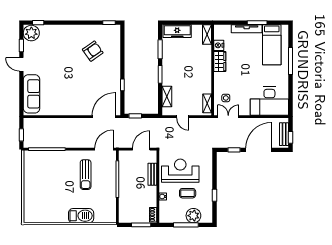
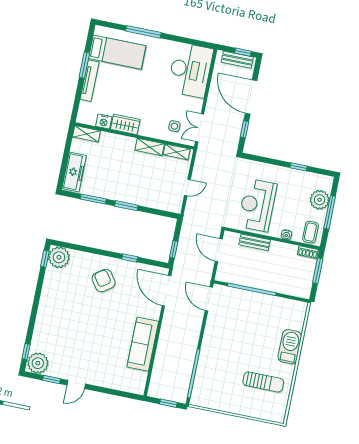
plant: (112, 33) -> (59, 257), added
armchair: (93, 51) -> (104, 281), moved
sofa: (32, 94) -> (143, 344), moved, turned -90
shelving: (167, 97) -> (150, 147), moved
sun lounger: (86, 175) -> (263, 382), moved
coffee table: (188, 193) -> (310, 232), moved

